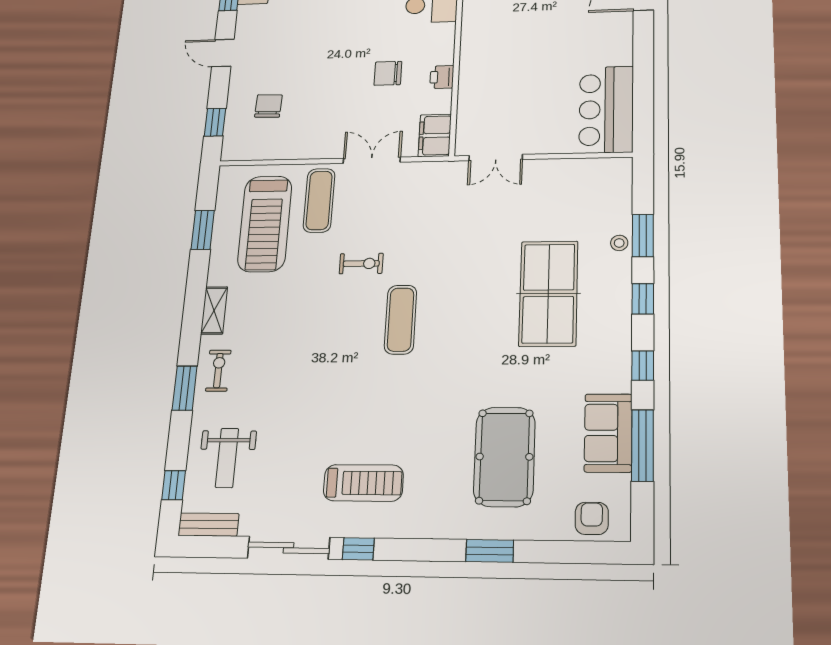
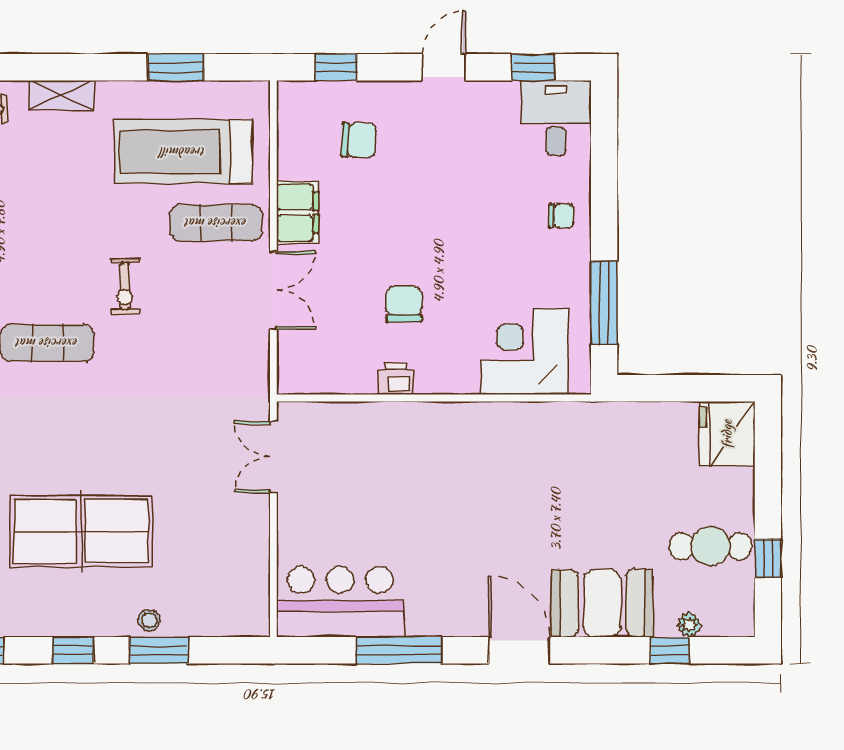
window: (643, 69) -> (399, 650), added
filing cabinet: (435, 135) -> (298, 213), moved, turned 90

